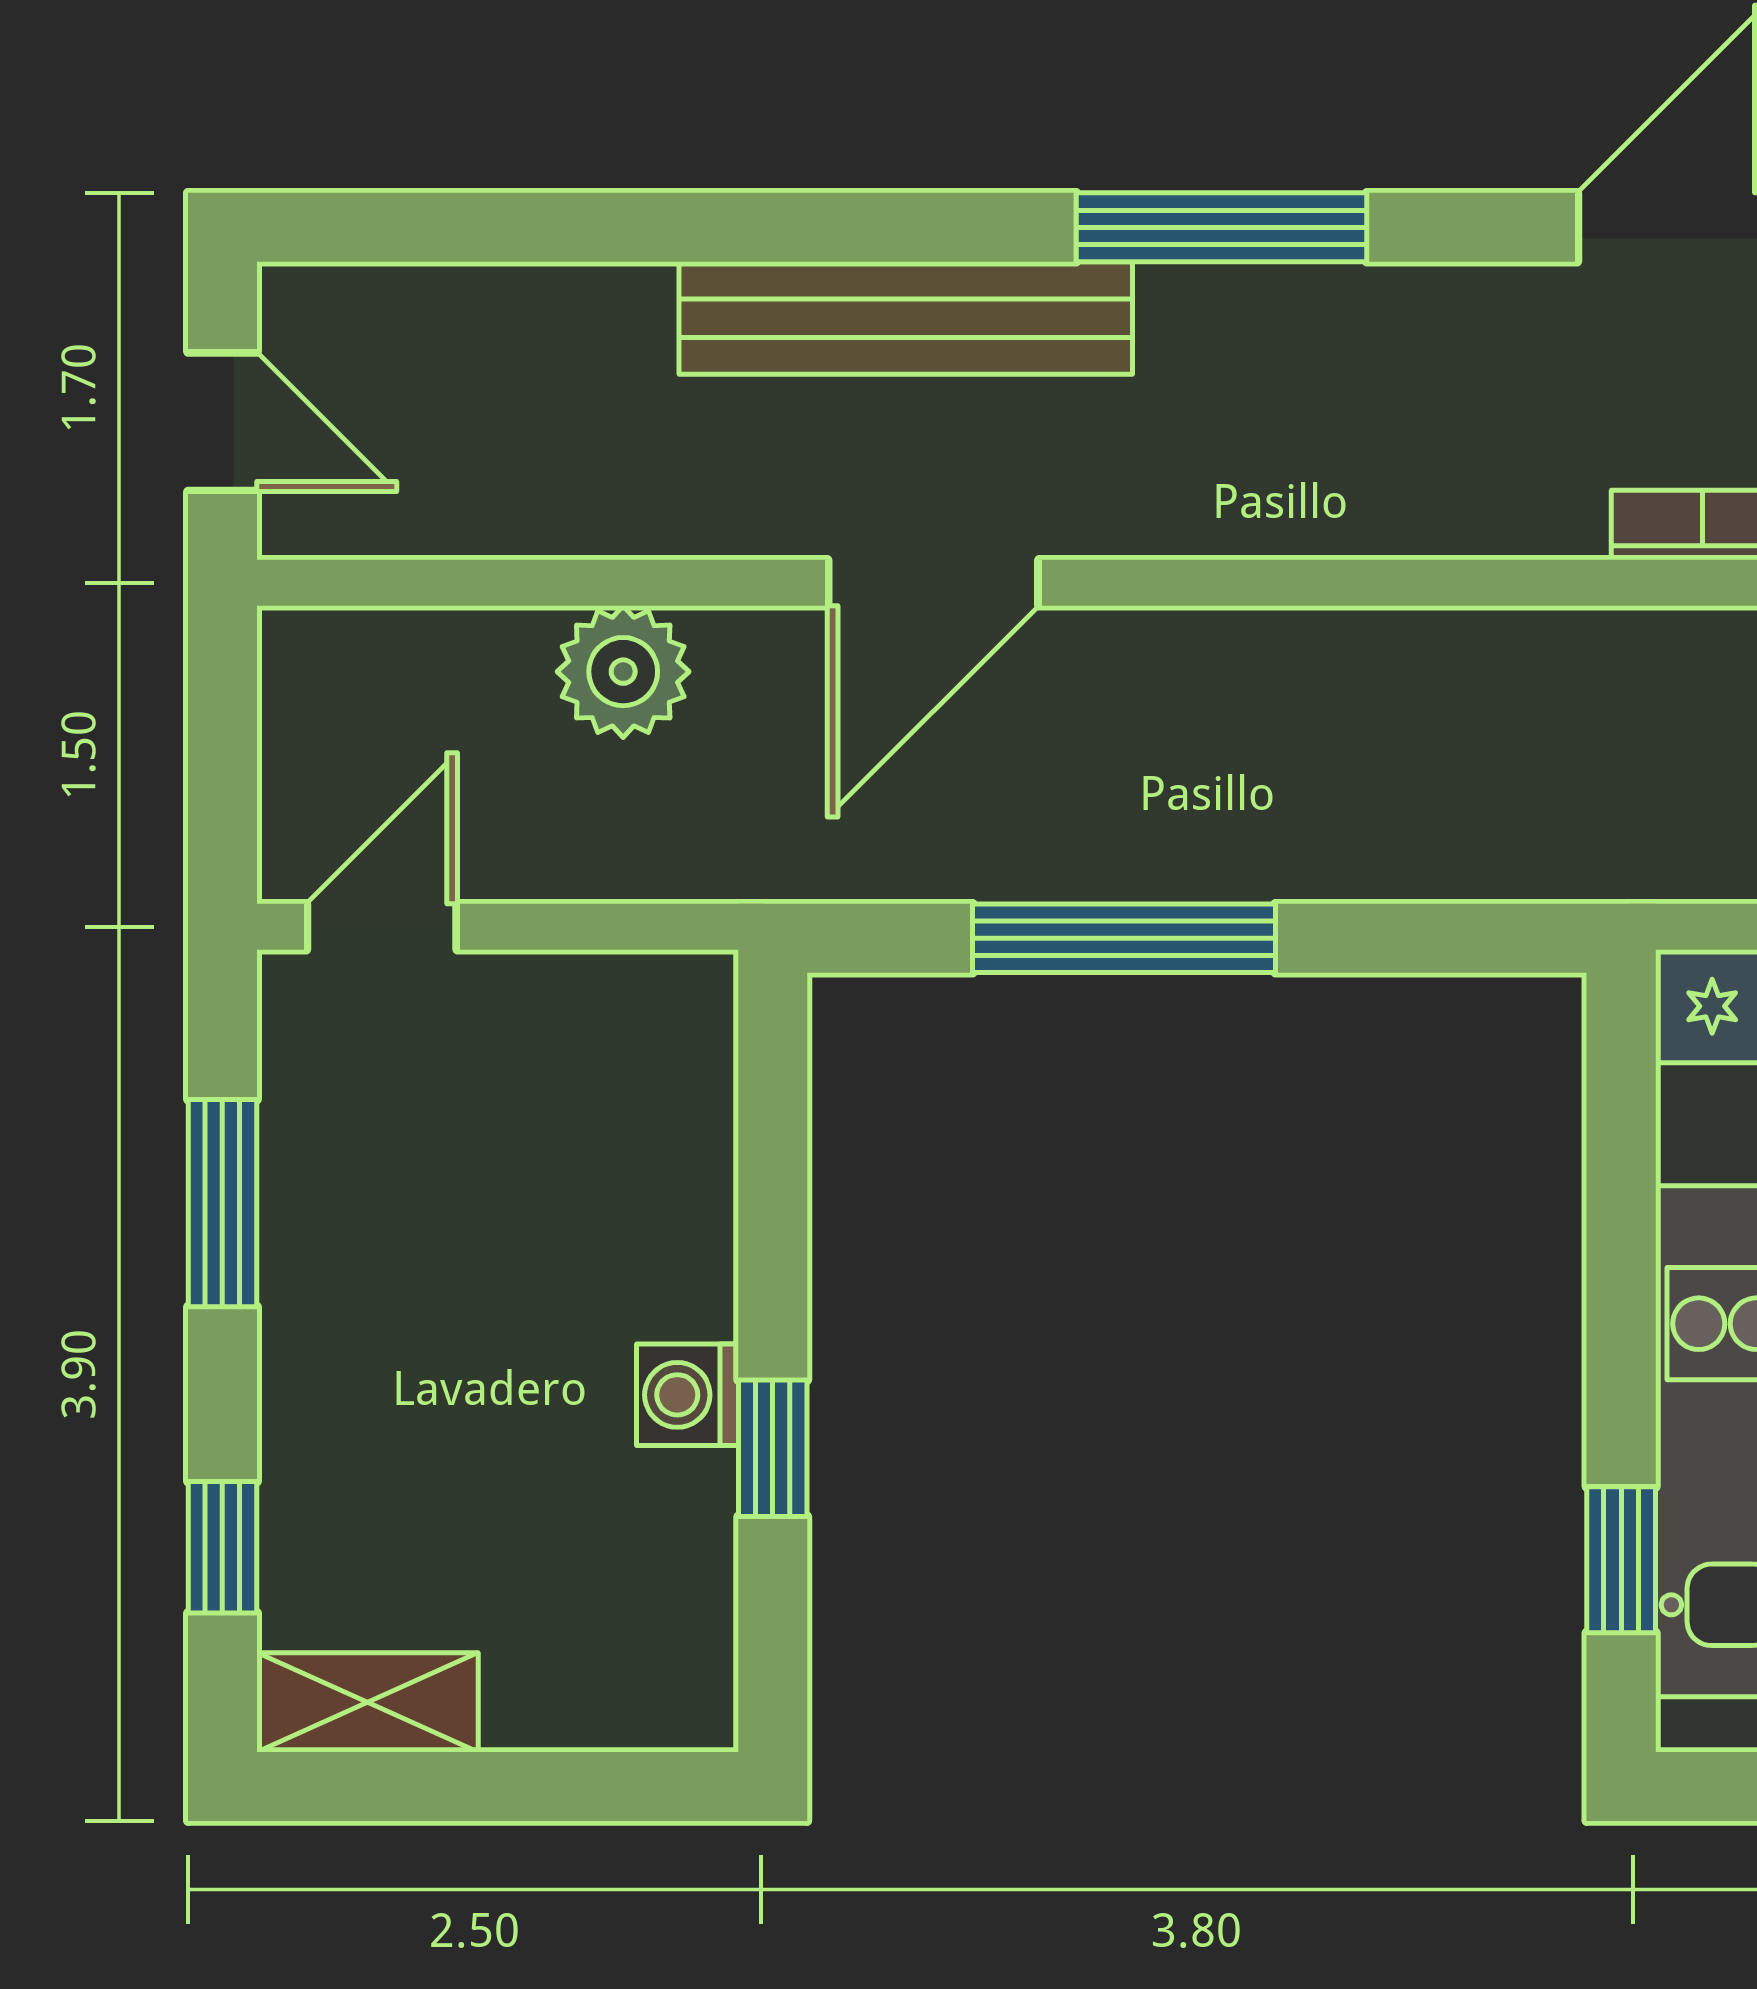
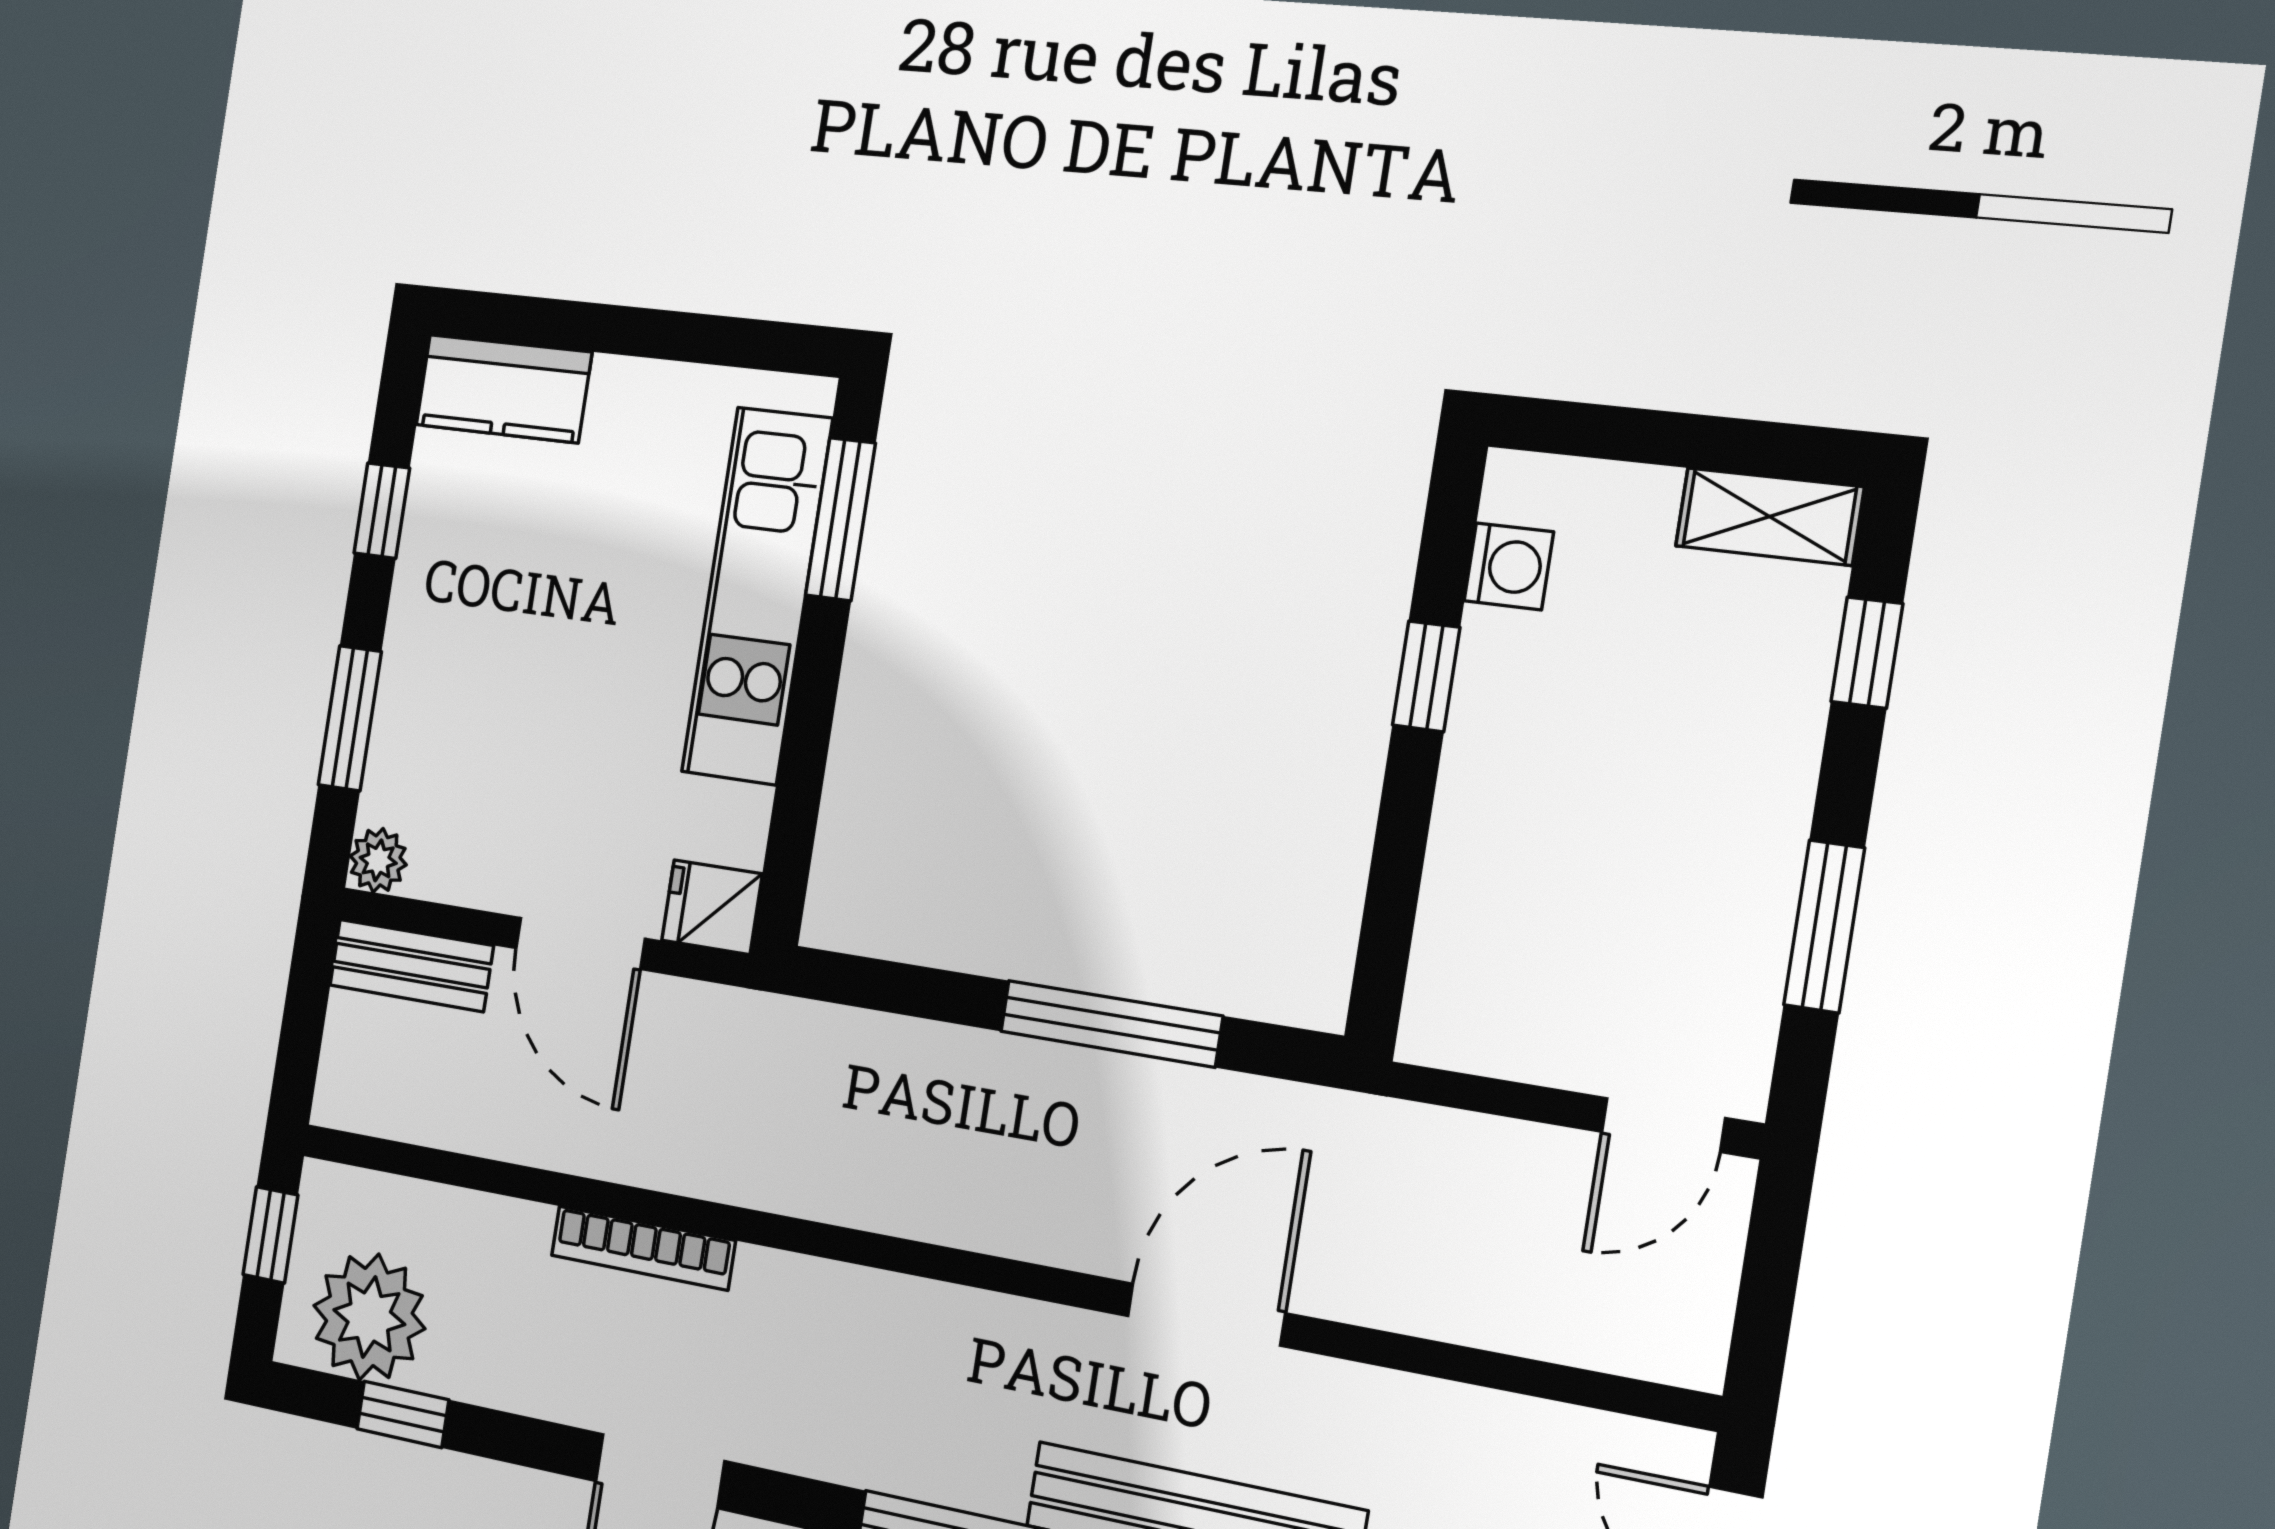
plant: (623, 672) -> (1446, 1290), removed
washing machine: (687, 1395) -> (1509, 566), moved
window: (1621, 1560) -> (840, 519), width x1.50

